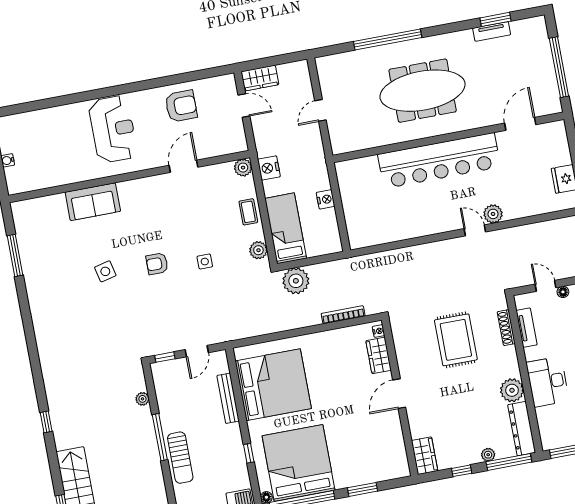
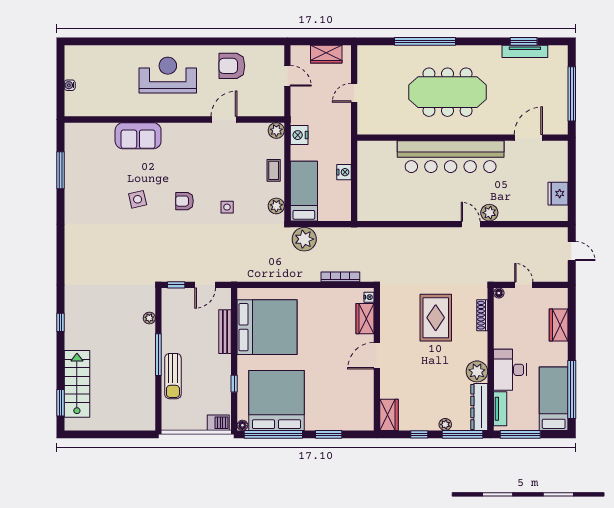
tv unit: (492, 31) -> (525, 51), width x1.41
wardrobe: (260, 78) -> (326, 54), moved
armchair: (181, 106) -> (232, 66), turned 180
reception desk: (113, 129) -> (168, 75), turned -90
floor lamp: (563, 292) -> (499, 293), moved
tv unit: (527, 328) -> (500, 409), moved

